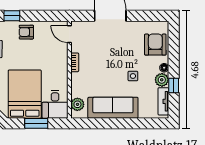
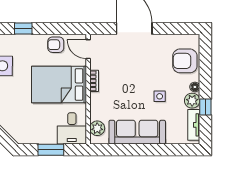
armchair: (26, 32) -> (56, 45), moved
armchair: (155, 45) -> (185, 61), turned -90
bed: (25, 94) -> (59, 84), moved, turned -90

